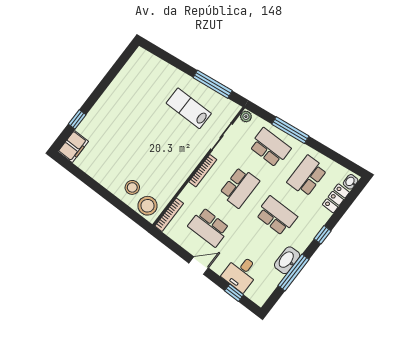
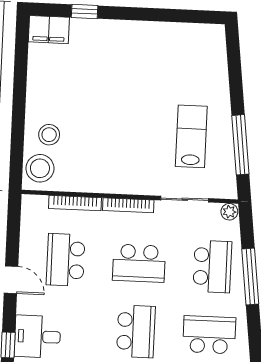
bookcase: (169, 215) -> (75, 203), moved

